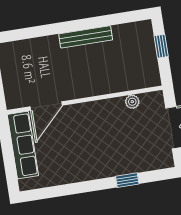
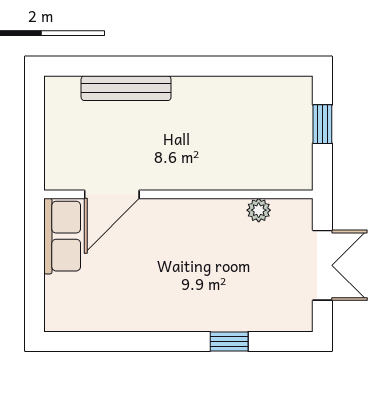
bench: (86, 37) -> (126, 88), moved
row of seats: (23, 145) -> (62, 236), width x0.68

